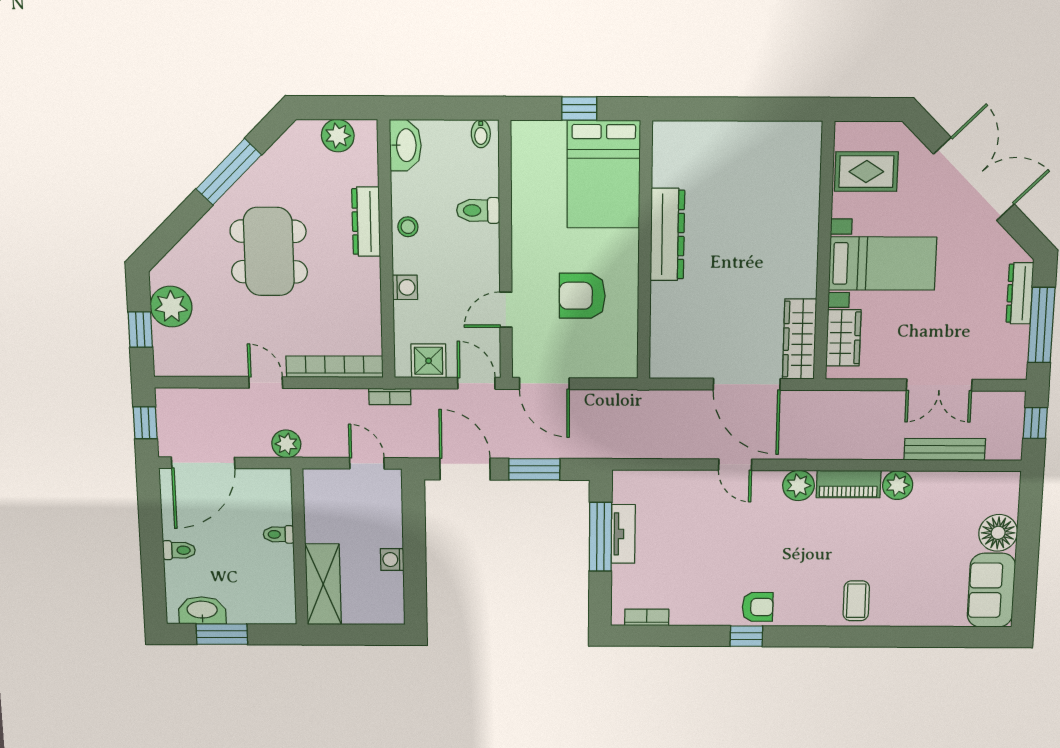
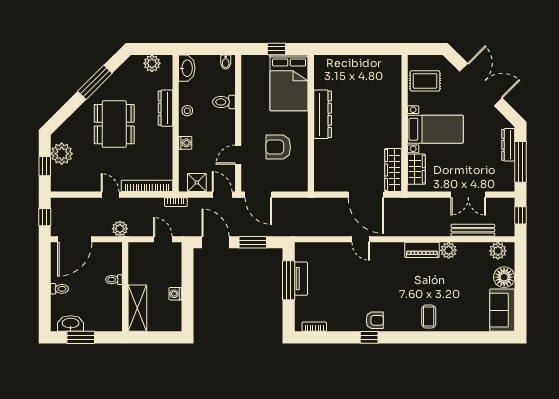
plant: (799, 485) -> (498, 251), moved

